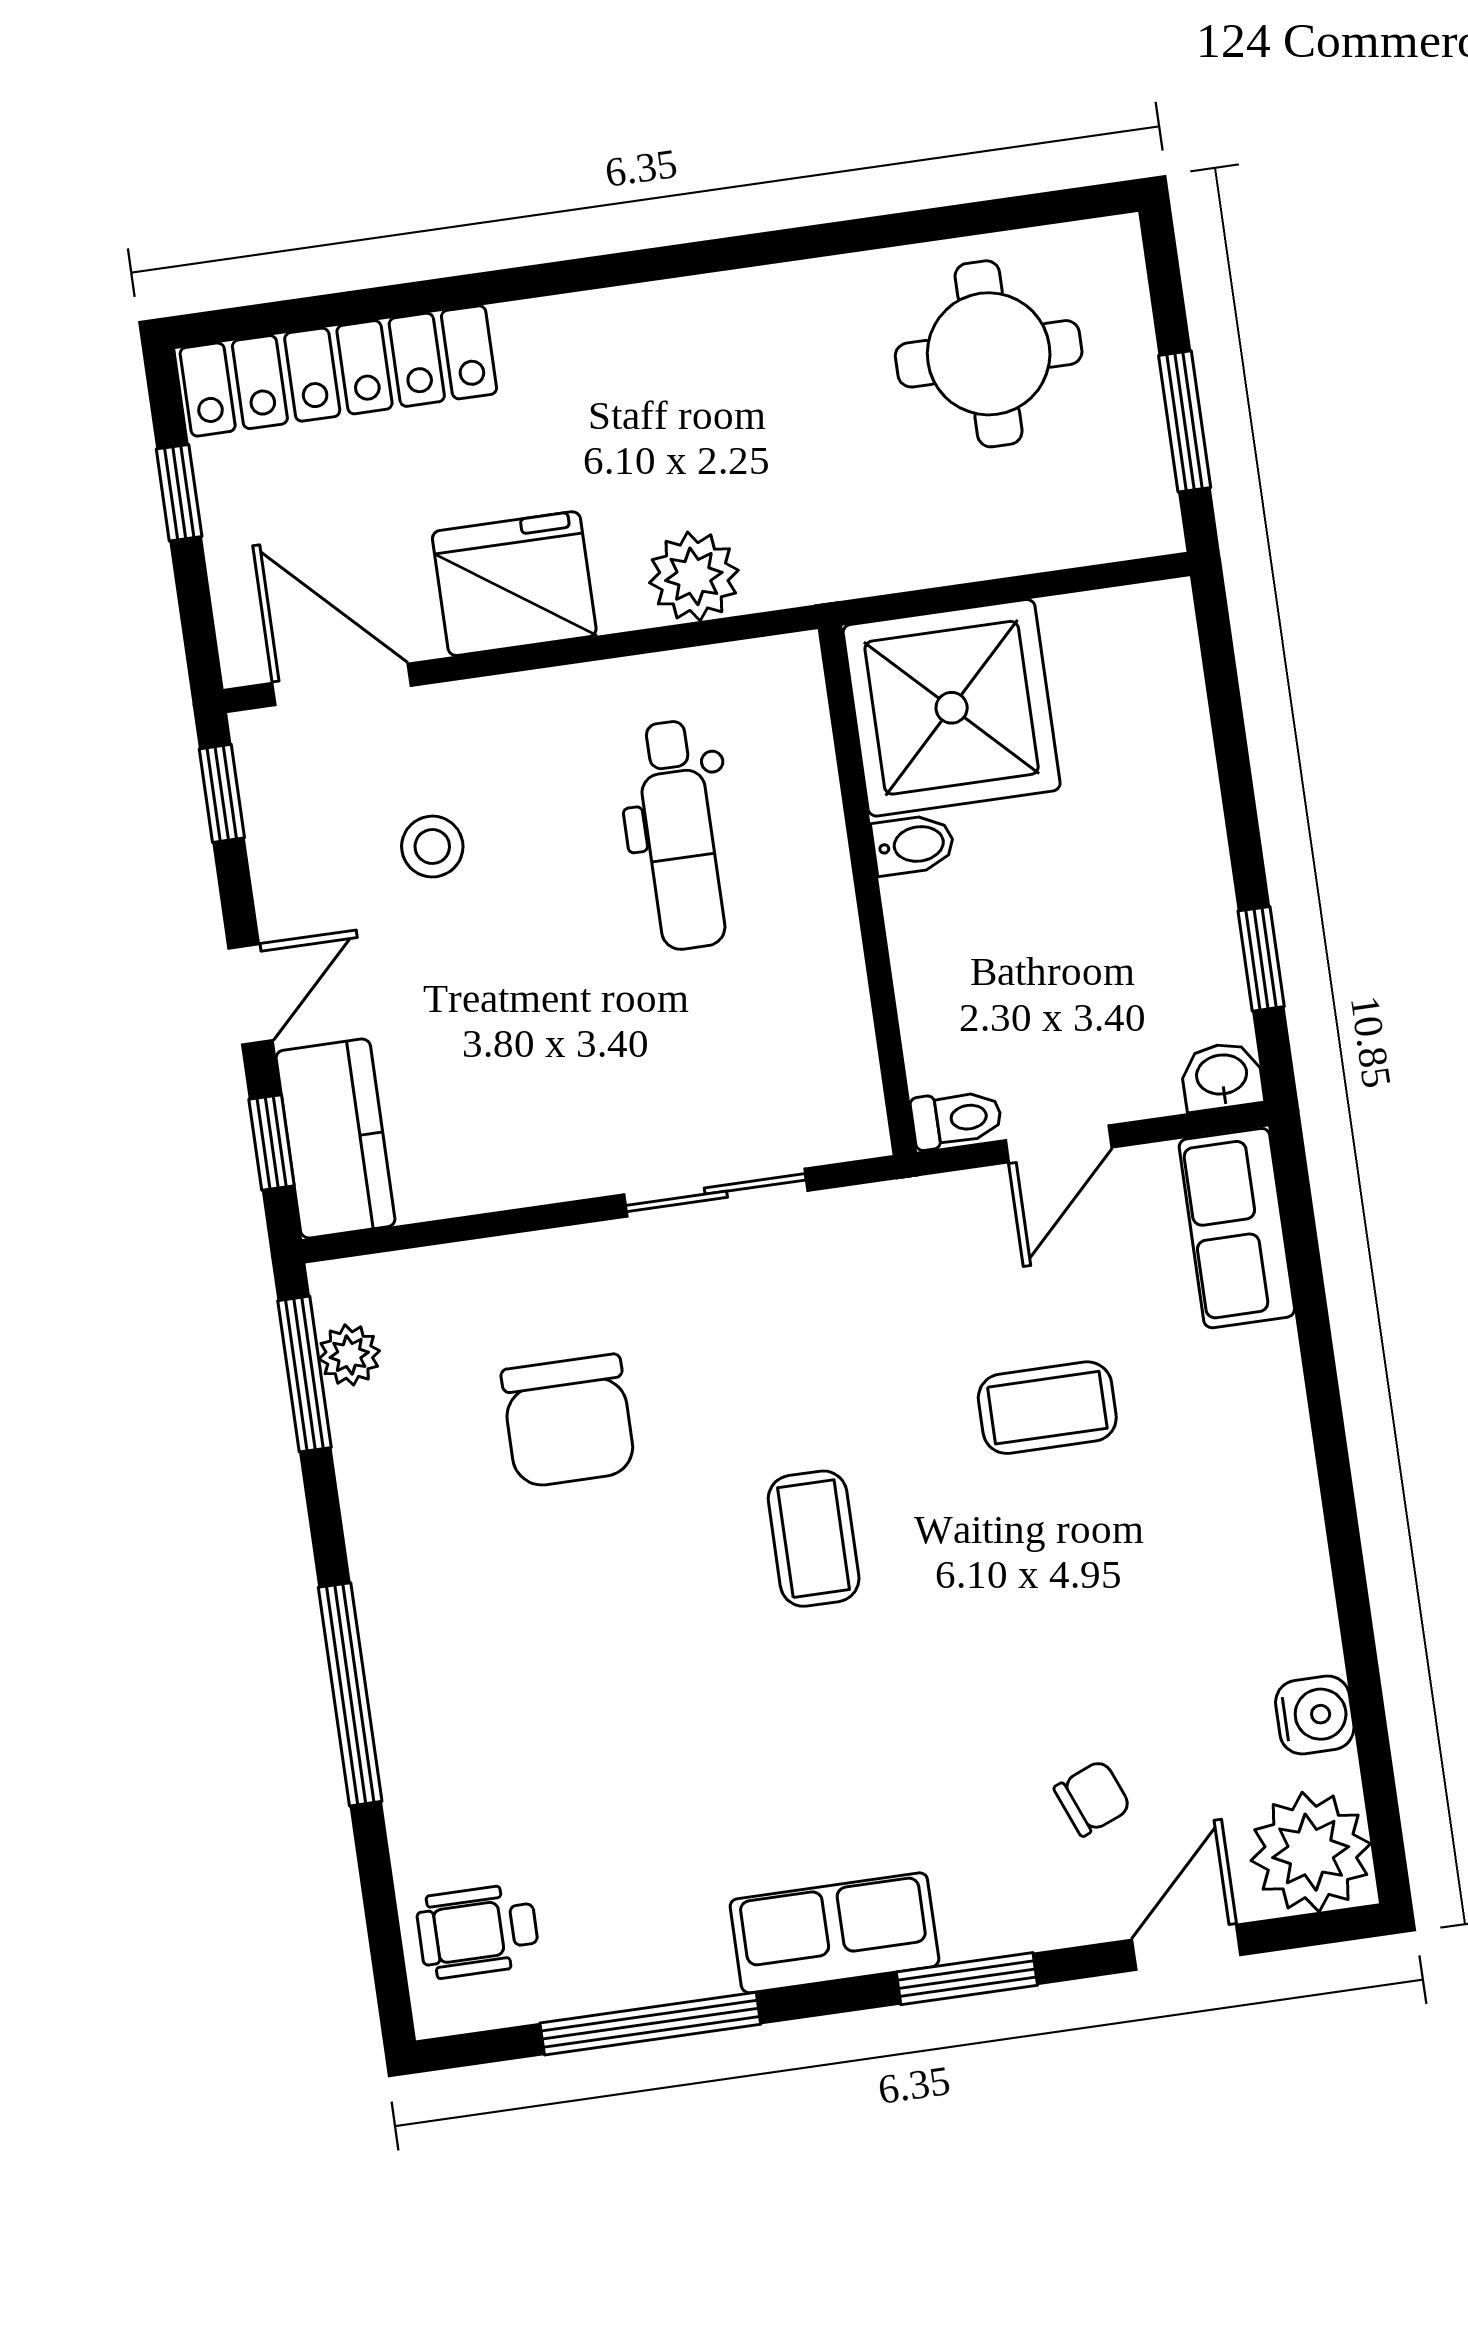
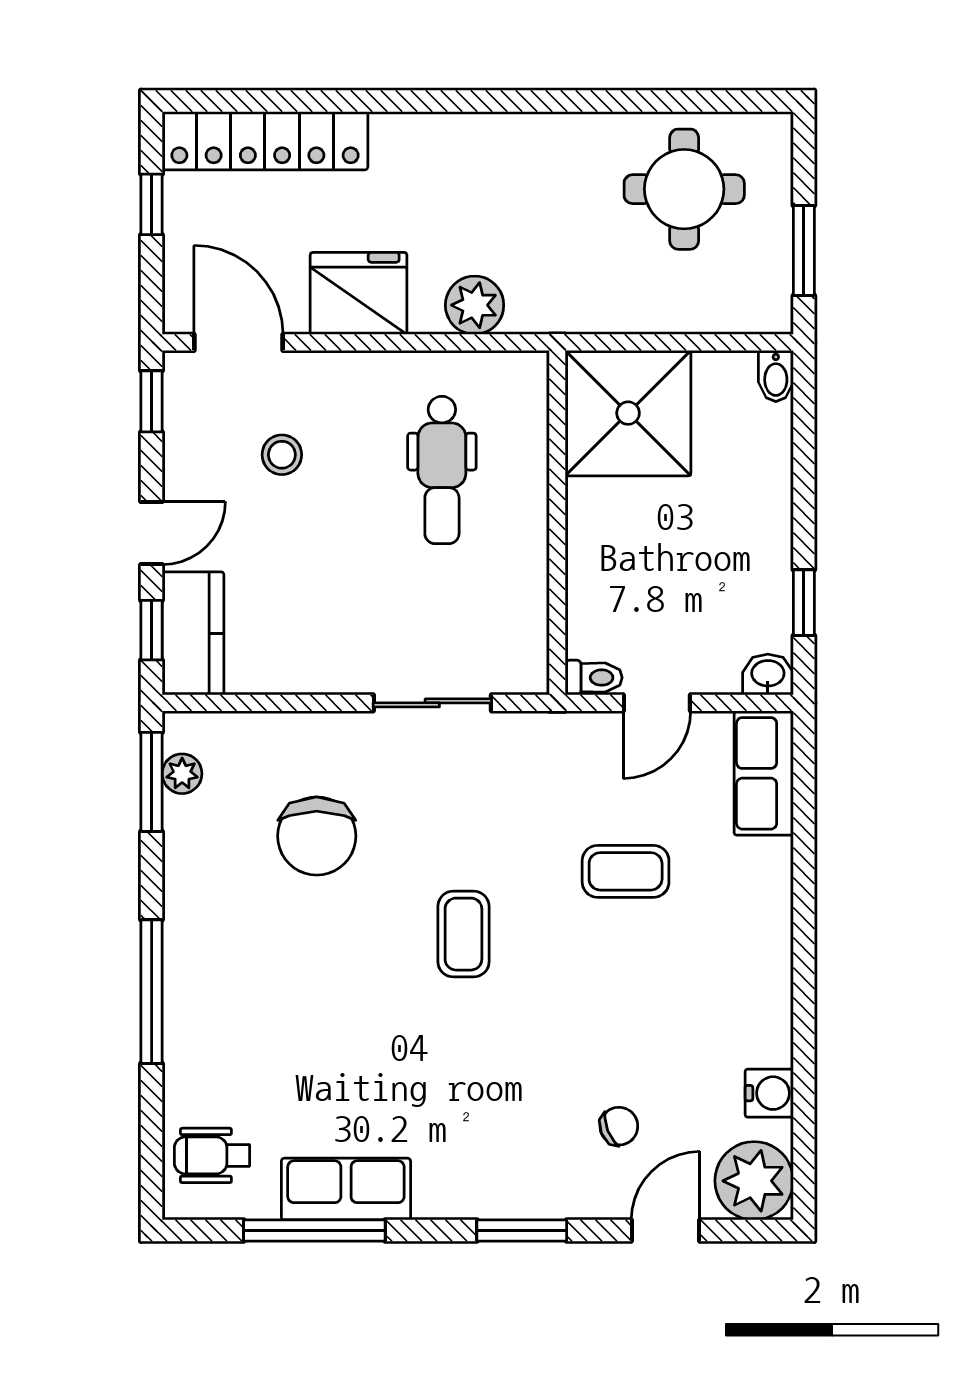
bidet: (913, 845) -> (776, 376), moved, turned 90
row of seats: (834, 1933) -> (346, 1189), moved

